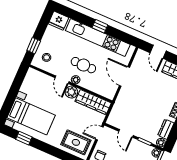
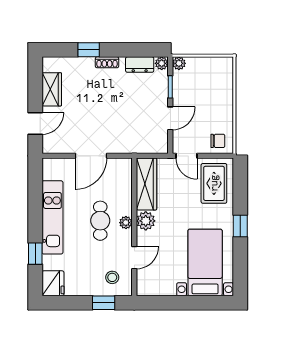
window: (100, 26) -> (35, 254), moved
kitchen unit: (98, 37) -> (52, 217), width x0.73
door: (62, 80) -> (134, 258), moved
window: (24, 138) -> (240, 226), moved

